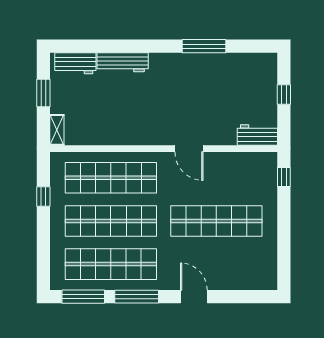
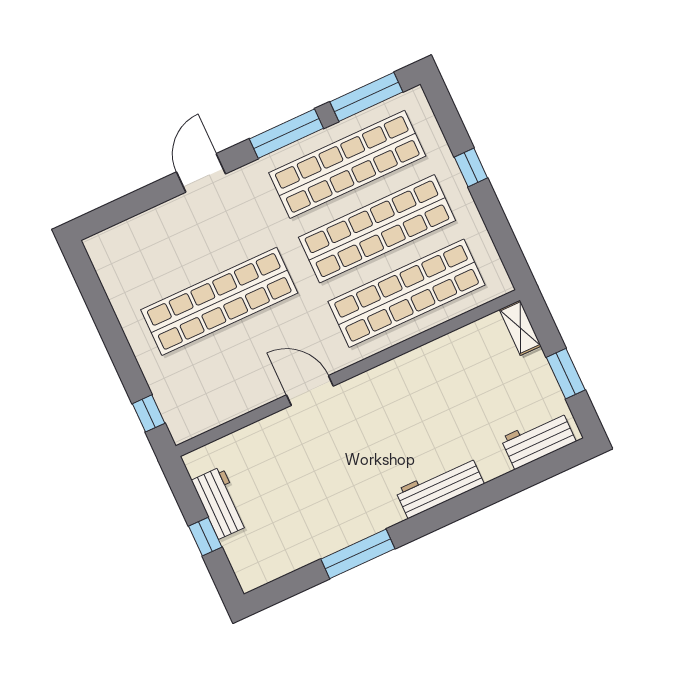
workbench: (123, 62) -> (440, 487), moved
workbench: (257, 135) -> (220, 503), moved, turned -90
window: (43, 196) -> (471, 168), moved
door: (194, 297) -> (201, 173), swing flipped

